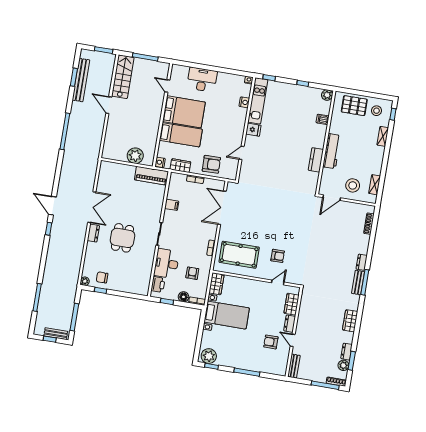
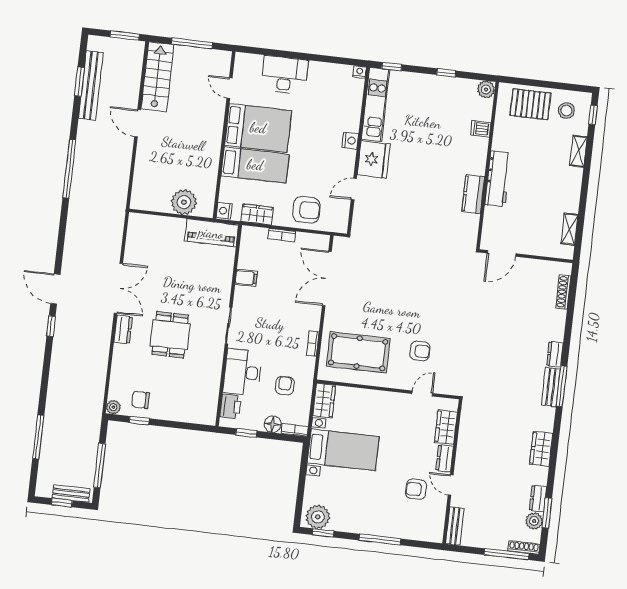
nightstand: (244, 102) -> (350, 140), moved
fridge: (253, 130) -> (374, 159), width x1.88, depth x1.34
stool: (353, 185) -> (534, 232), removed

